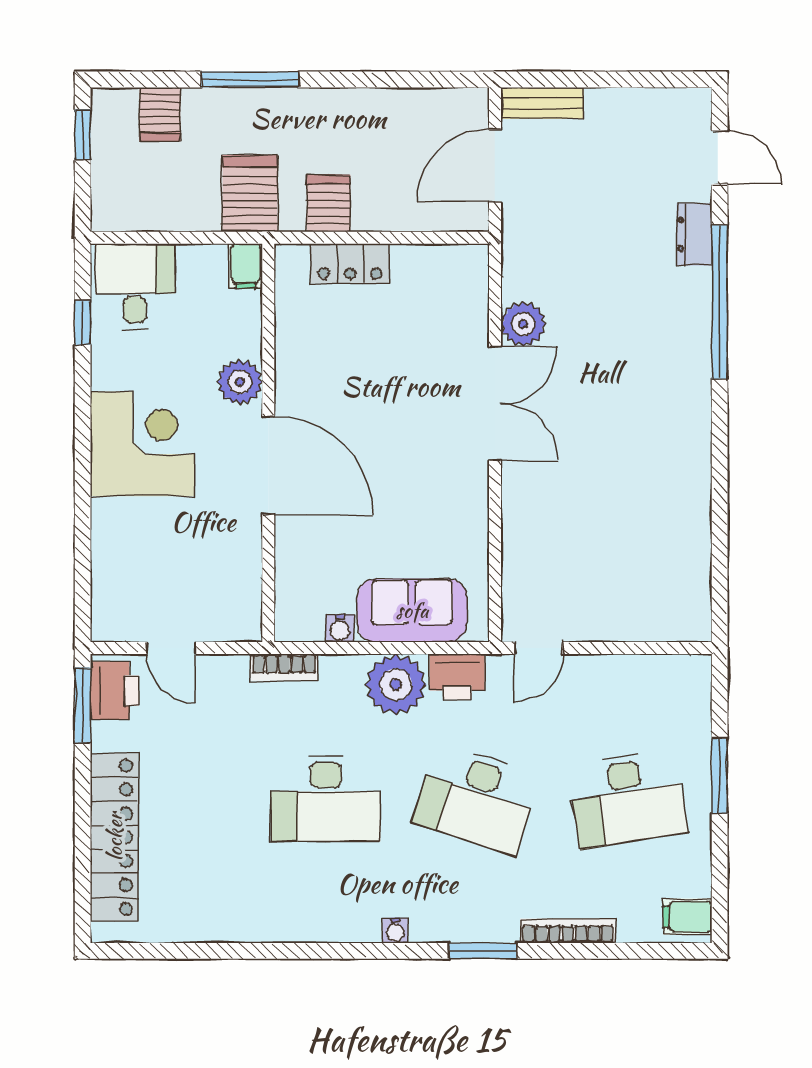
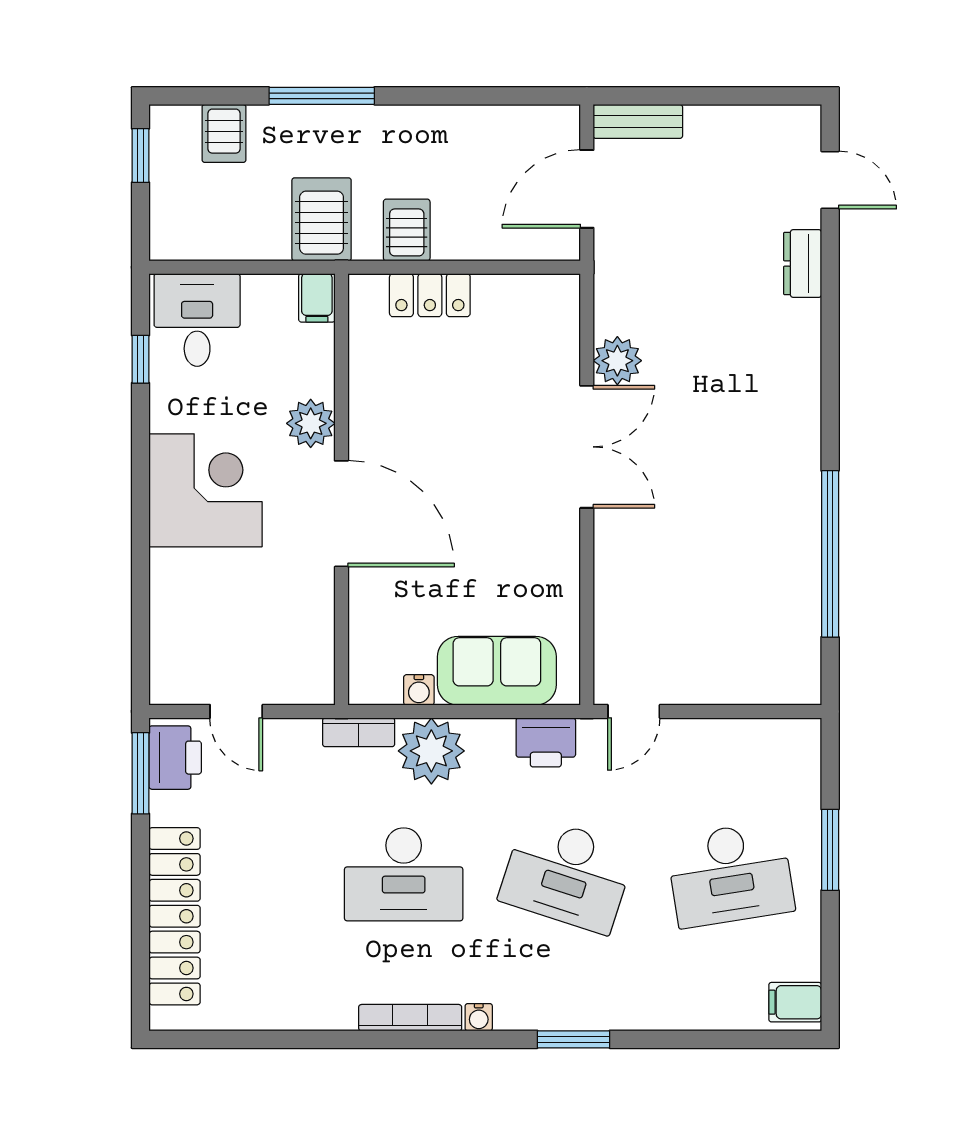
window: (720, 302) -> (830, 554), moved
plant: (396, 685) -> (431, 751), moved
bookcase: (568, 931) -> (410, 1018), moved

